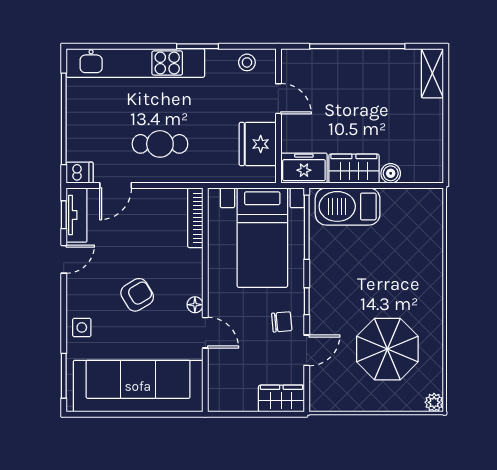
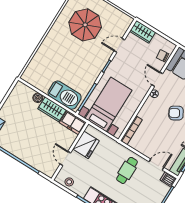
cafe table: (160, 144) -> (127, 170), turned 90
chair: (282, 322) -> (163, 56), moved

